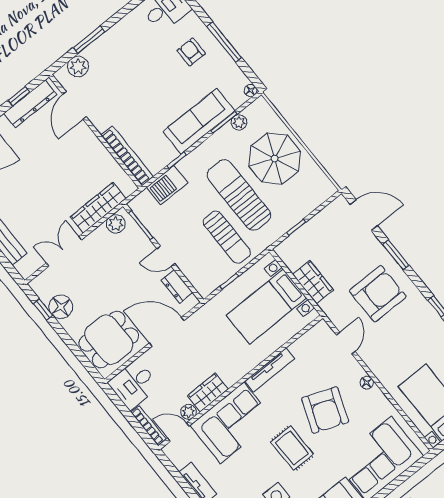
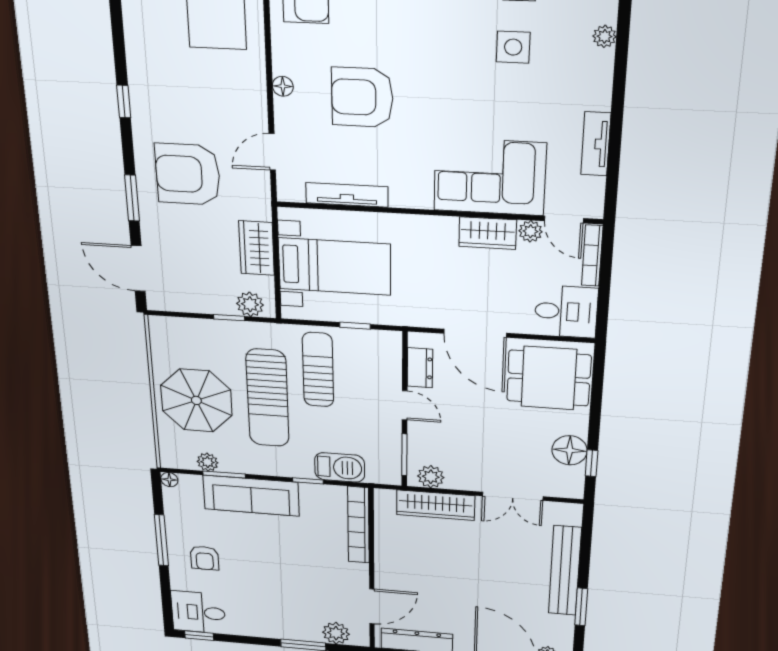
plant: (291, 245) -> (250, 304), added
tv unit: (270, 370) -> (347, 195), moved
armchair: (325, 410) -> (362, 97), turned -111
rug: (292, 448) -> (442, 87), removed

